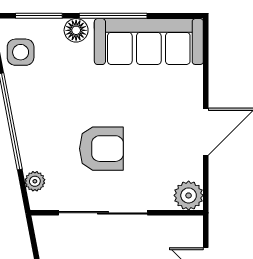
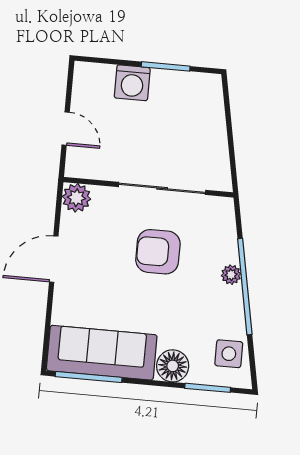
window: (113, 16) -> (89, 377), moved
floor lamp: (76, 30) -> (173, 366), width x1.38, depth x1.38
plant: (35, 181) -> (231, 275), moved

